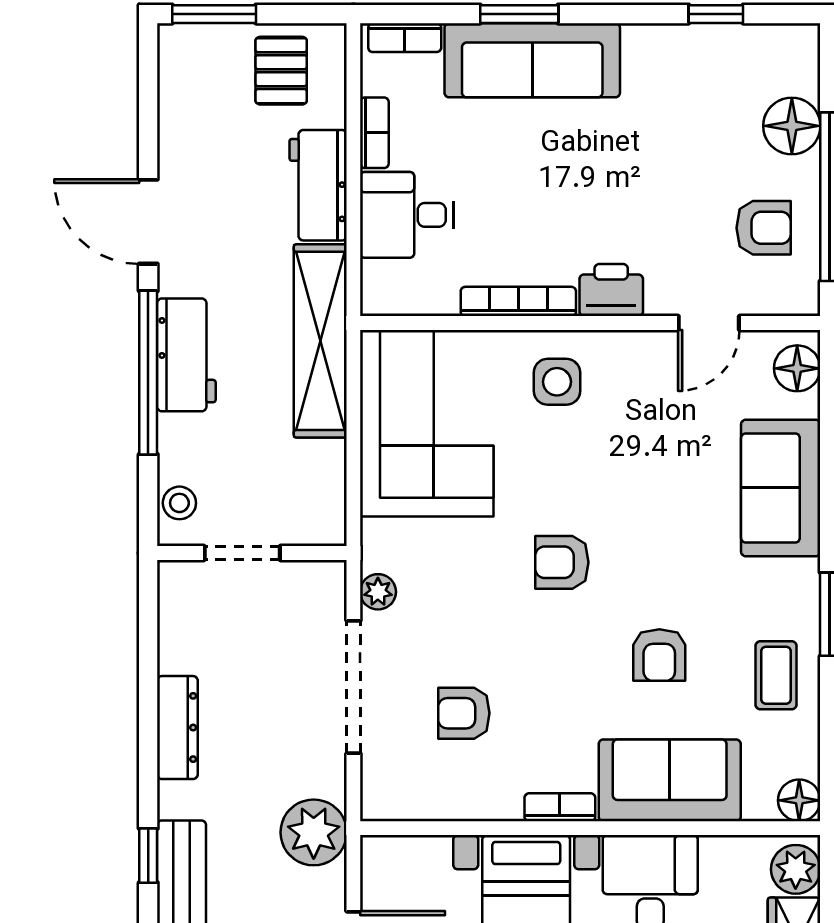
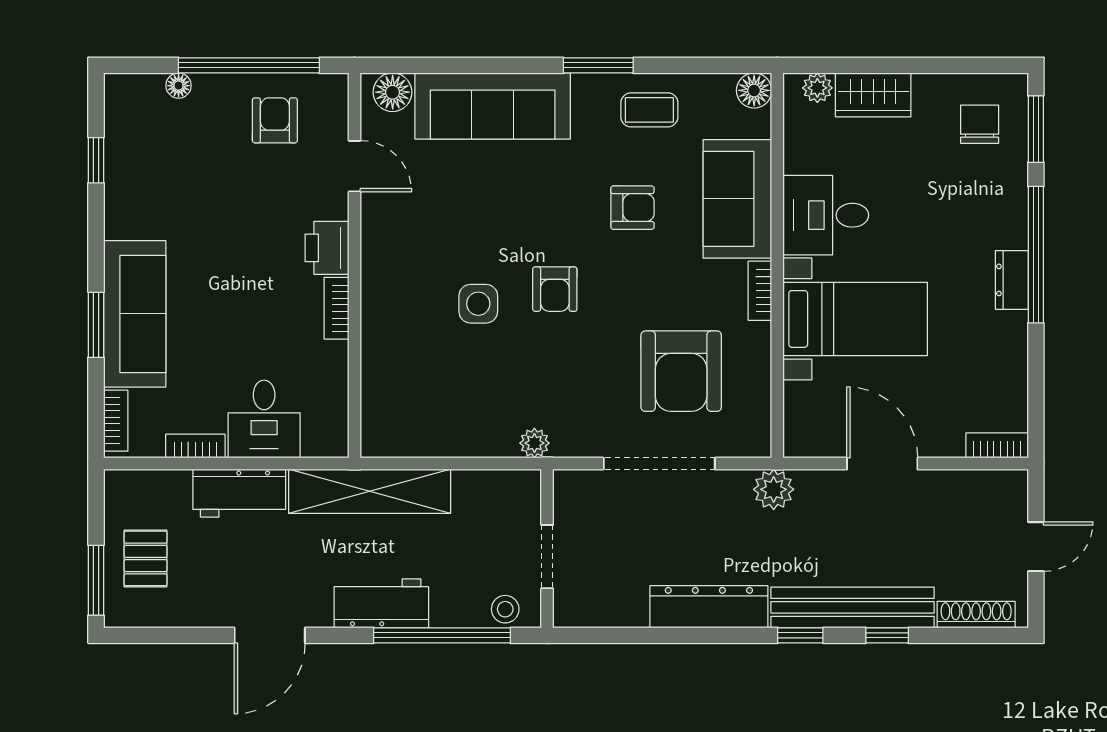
pallet: (281, 71) -> (146, 558), moved, turned 90
floor lamp: (792, 126) -> (179, 86), width x0.53, depth x0.53
bookcase: (518, 301) -> (337, 308), width x0.64
window: (148, 373) -> (442, 635), moved
side table: (557, 382) -> (478, 304), moved
corner sofa: (427, 423) -> (438, 402), removed
sofa: (781, 488) -> (493, 106), width x1.36
plant: (378, 592) -> (534, 443), moved
armchair: (464, 713) -> (681, 371), width x1.88, depth x1.88
dresser: (177, 728) -> (709, 607), width x1.37, depth x1.24
plant: (314, 832) -> (774, 489), width x0.73, depth x0.73
plant: (796, 869) -> (817, 88), width x0.73, depth x0.73

